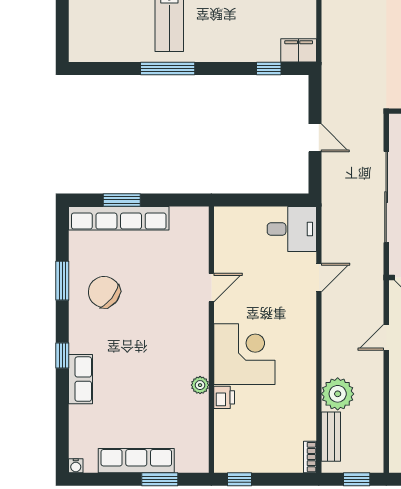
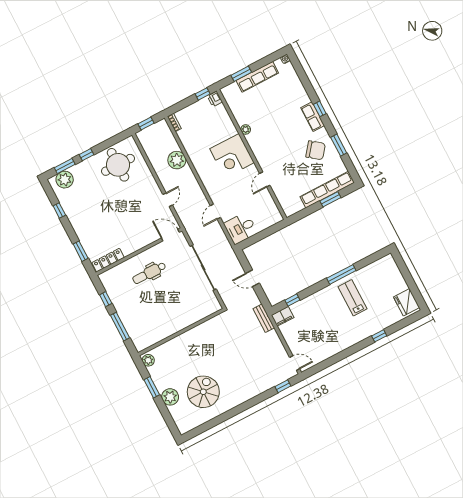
row of seats: (80, 379) -> (313, 117), moved
printer: (224, 397) -> (215, 99), moved
bench: (331, 437) -> (264, 318), moved

